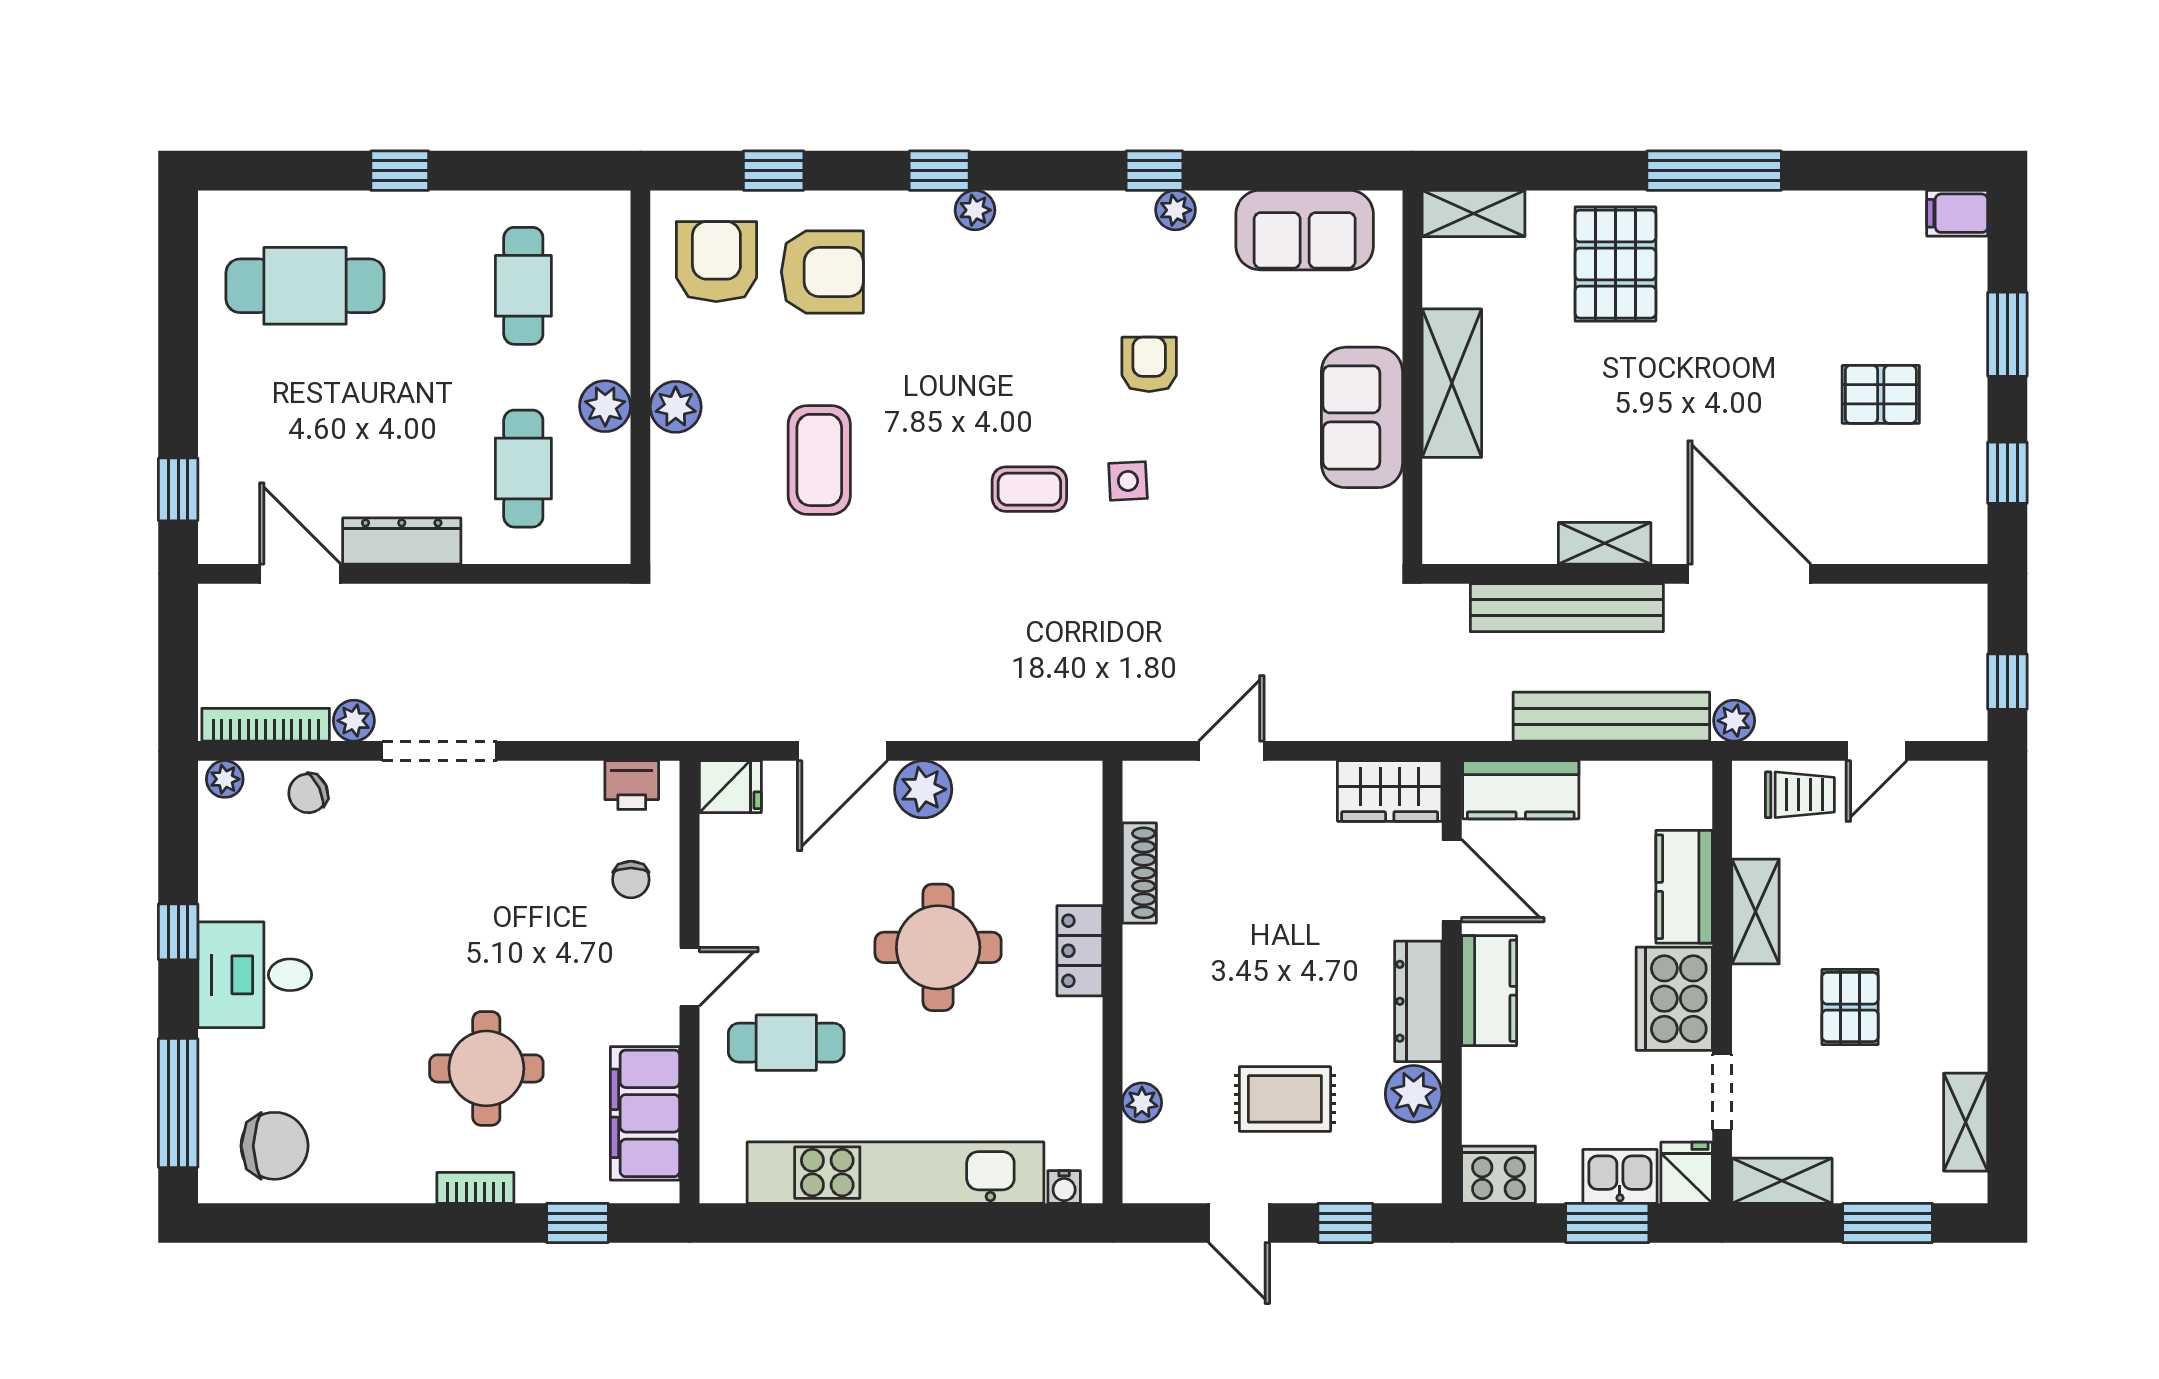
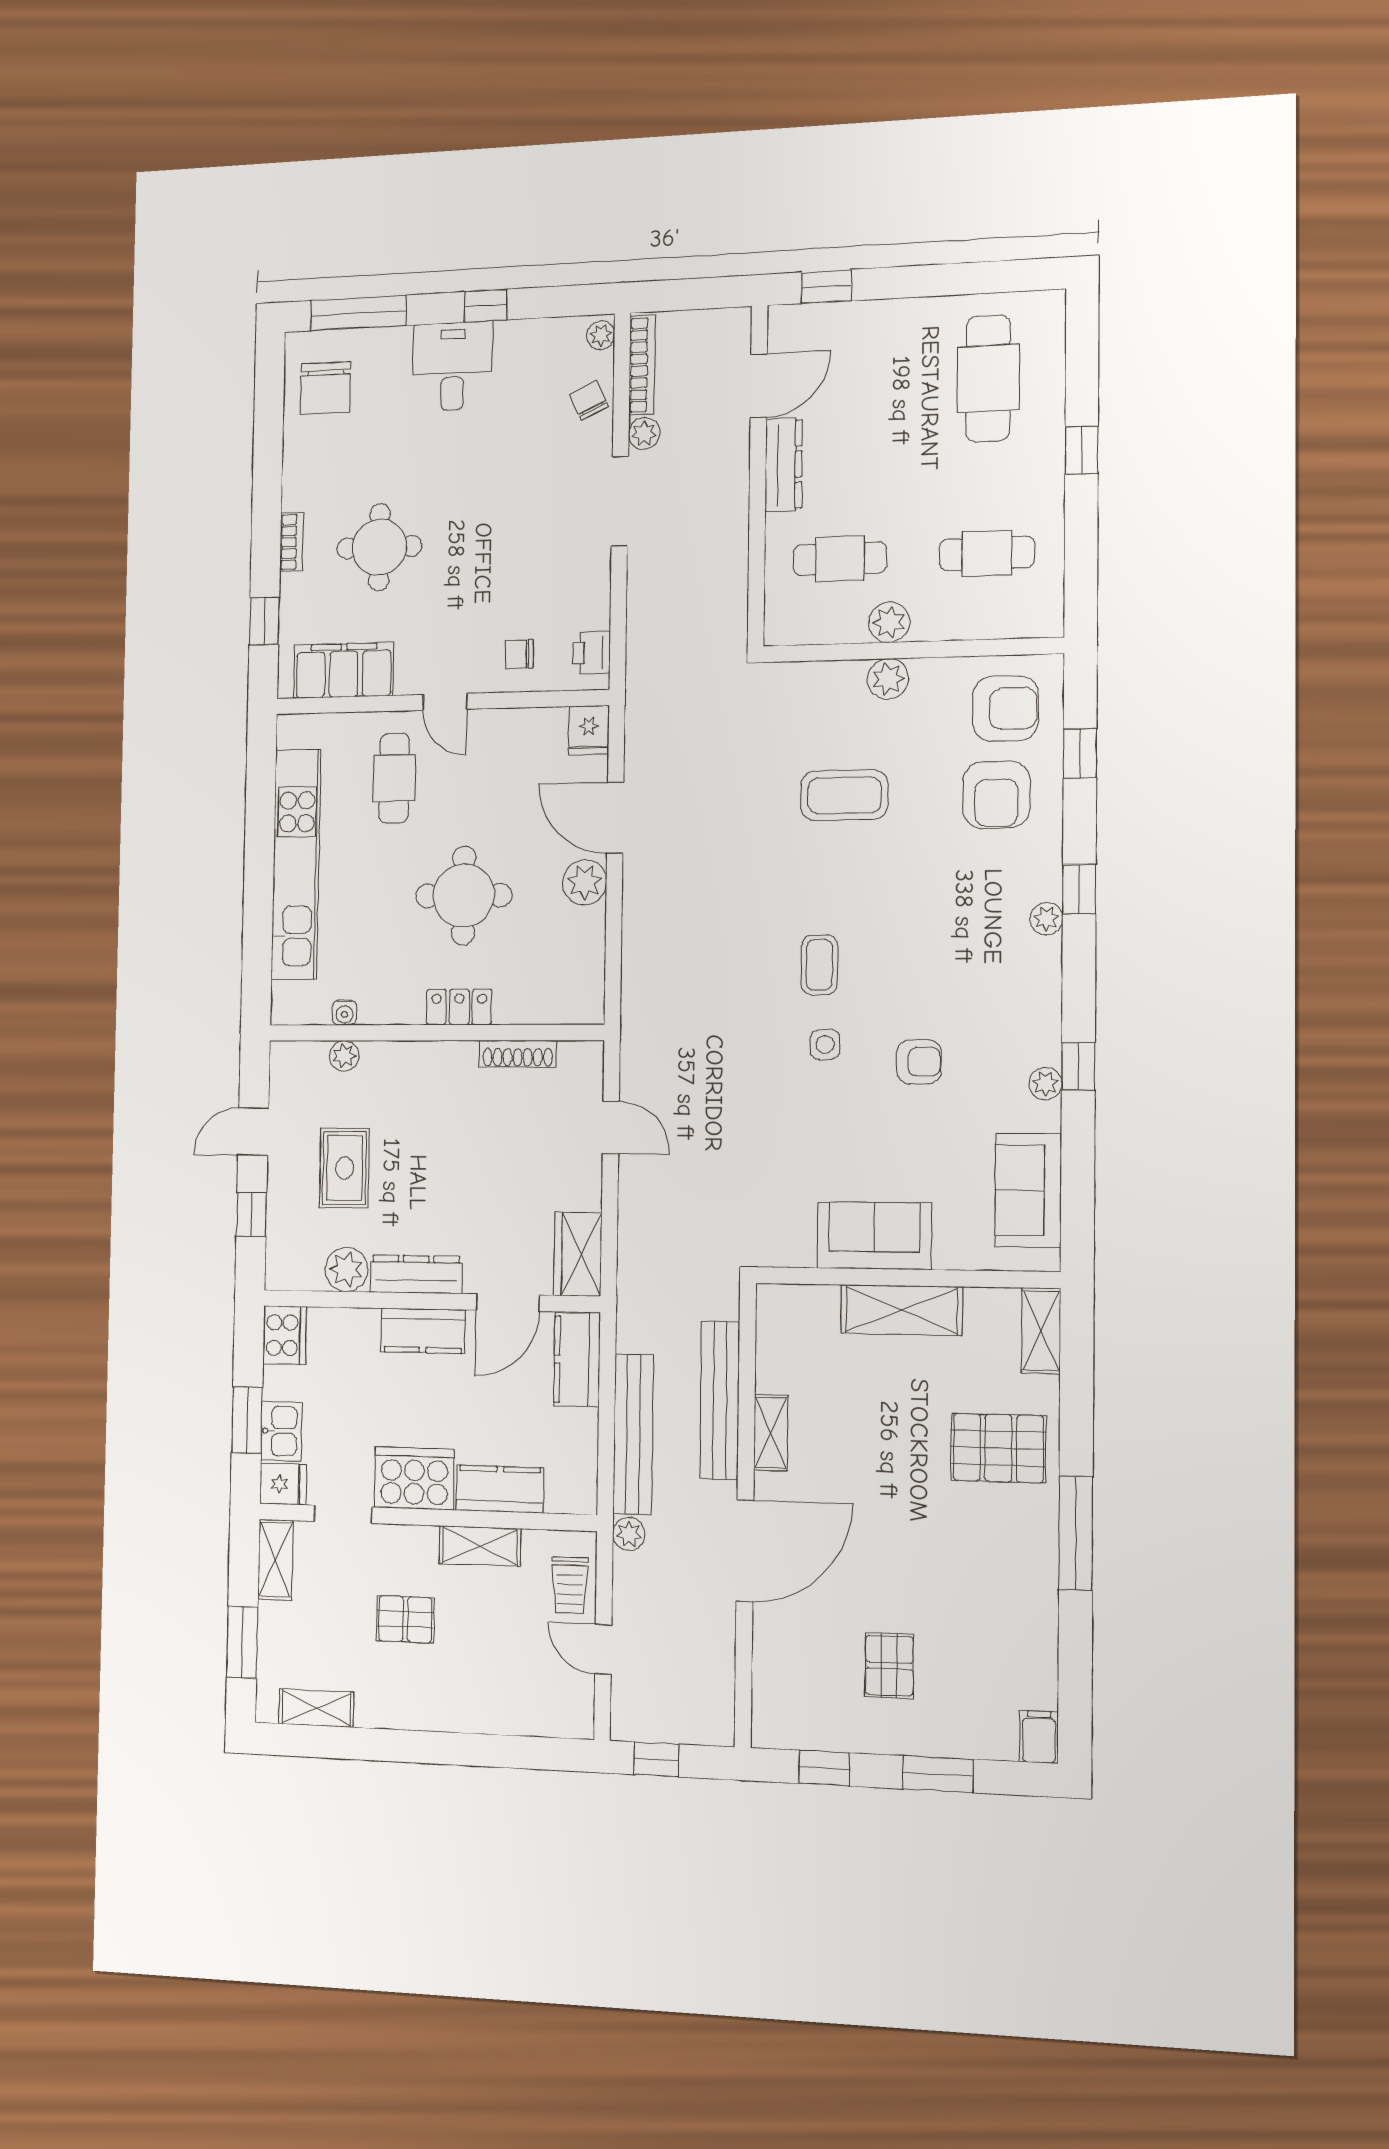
water cooler: (1064, 1187) -> (344, 1012), moved, turned -90

